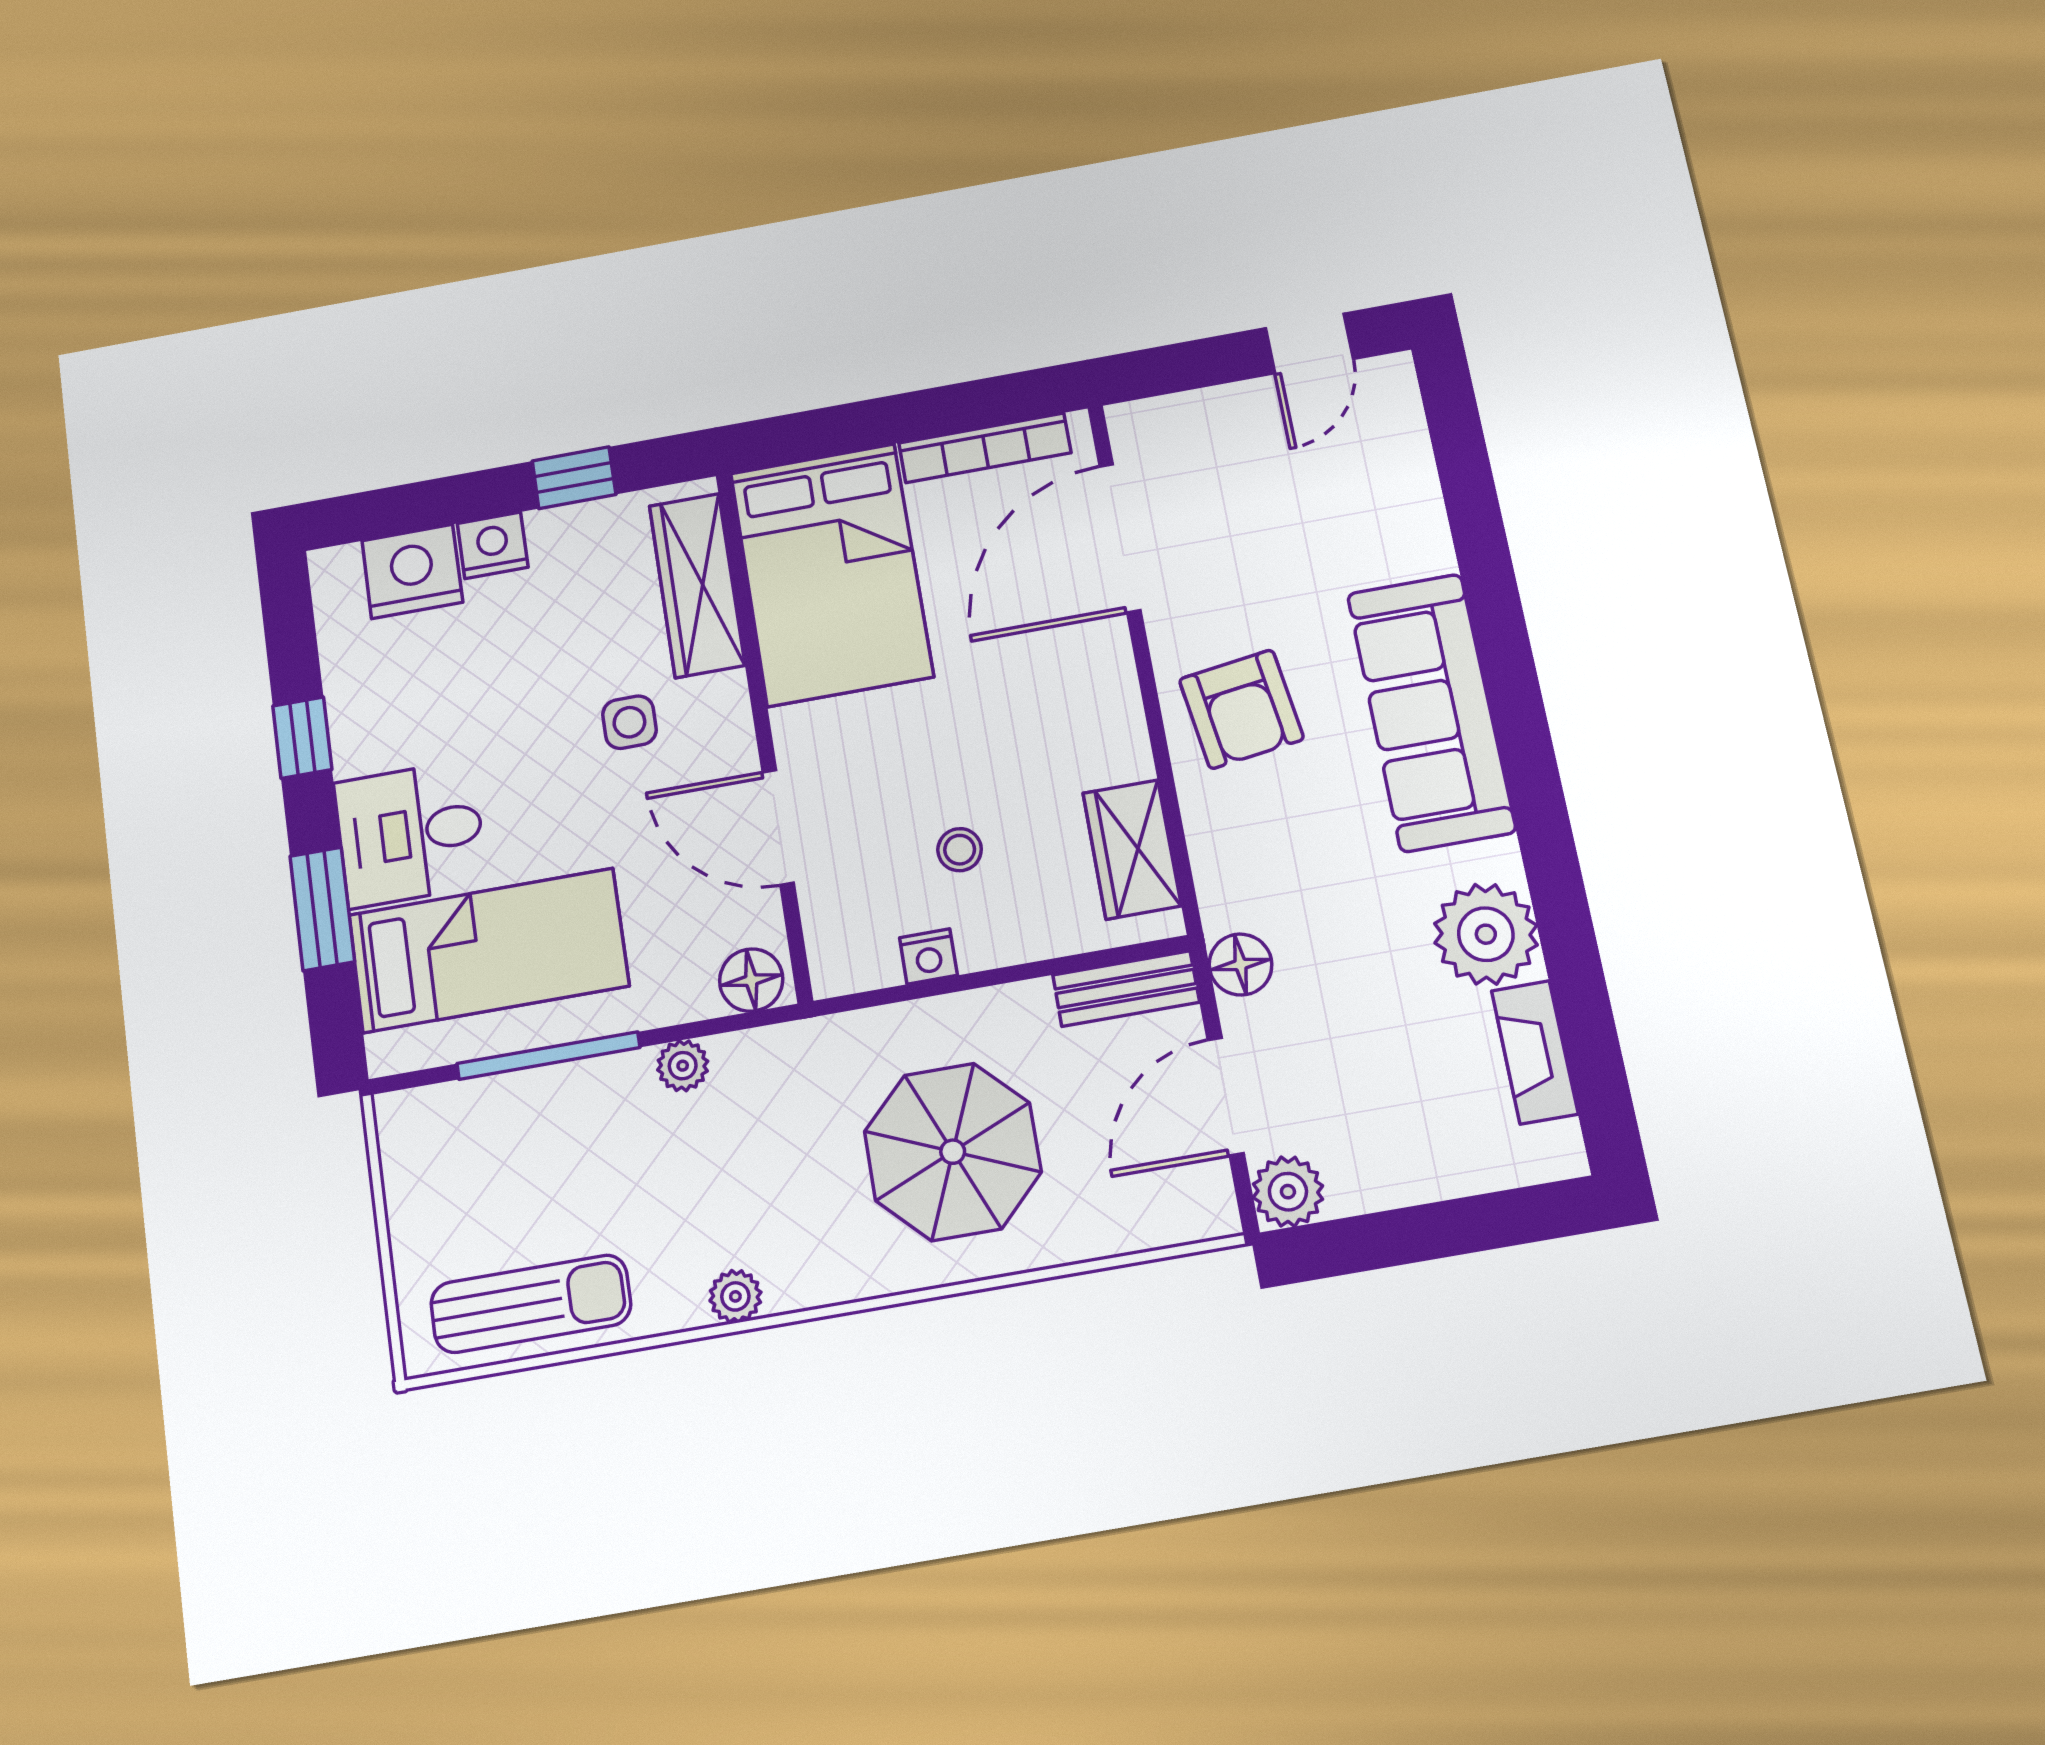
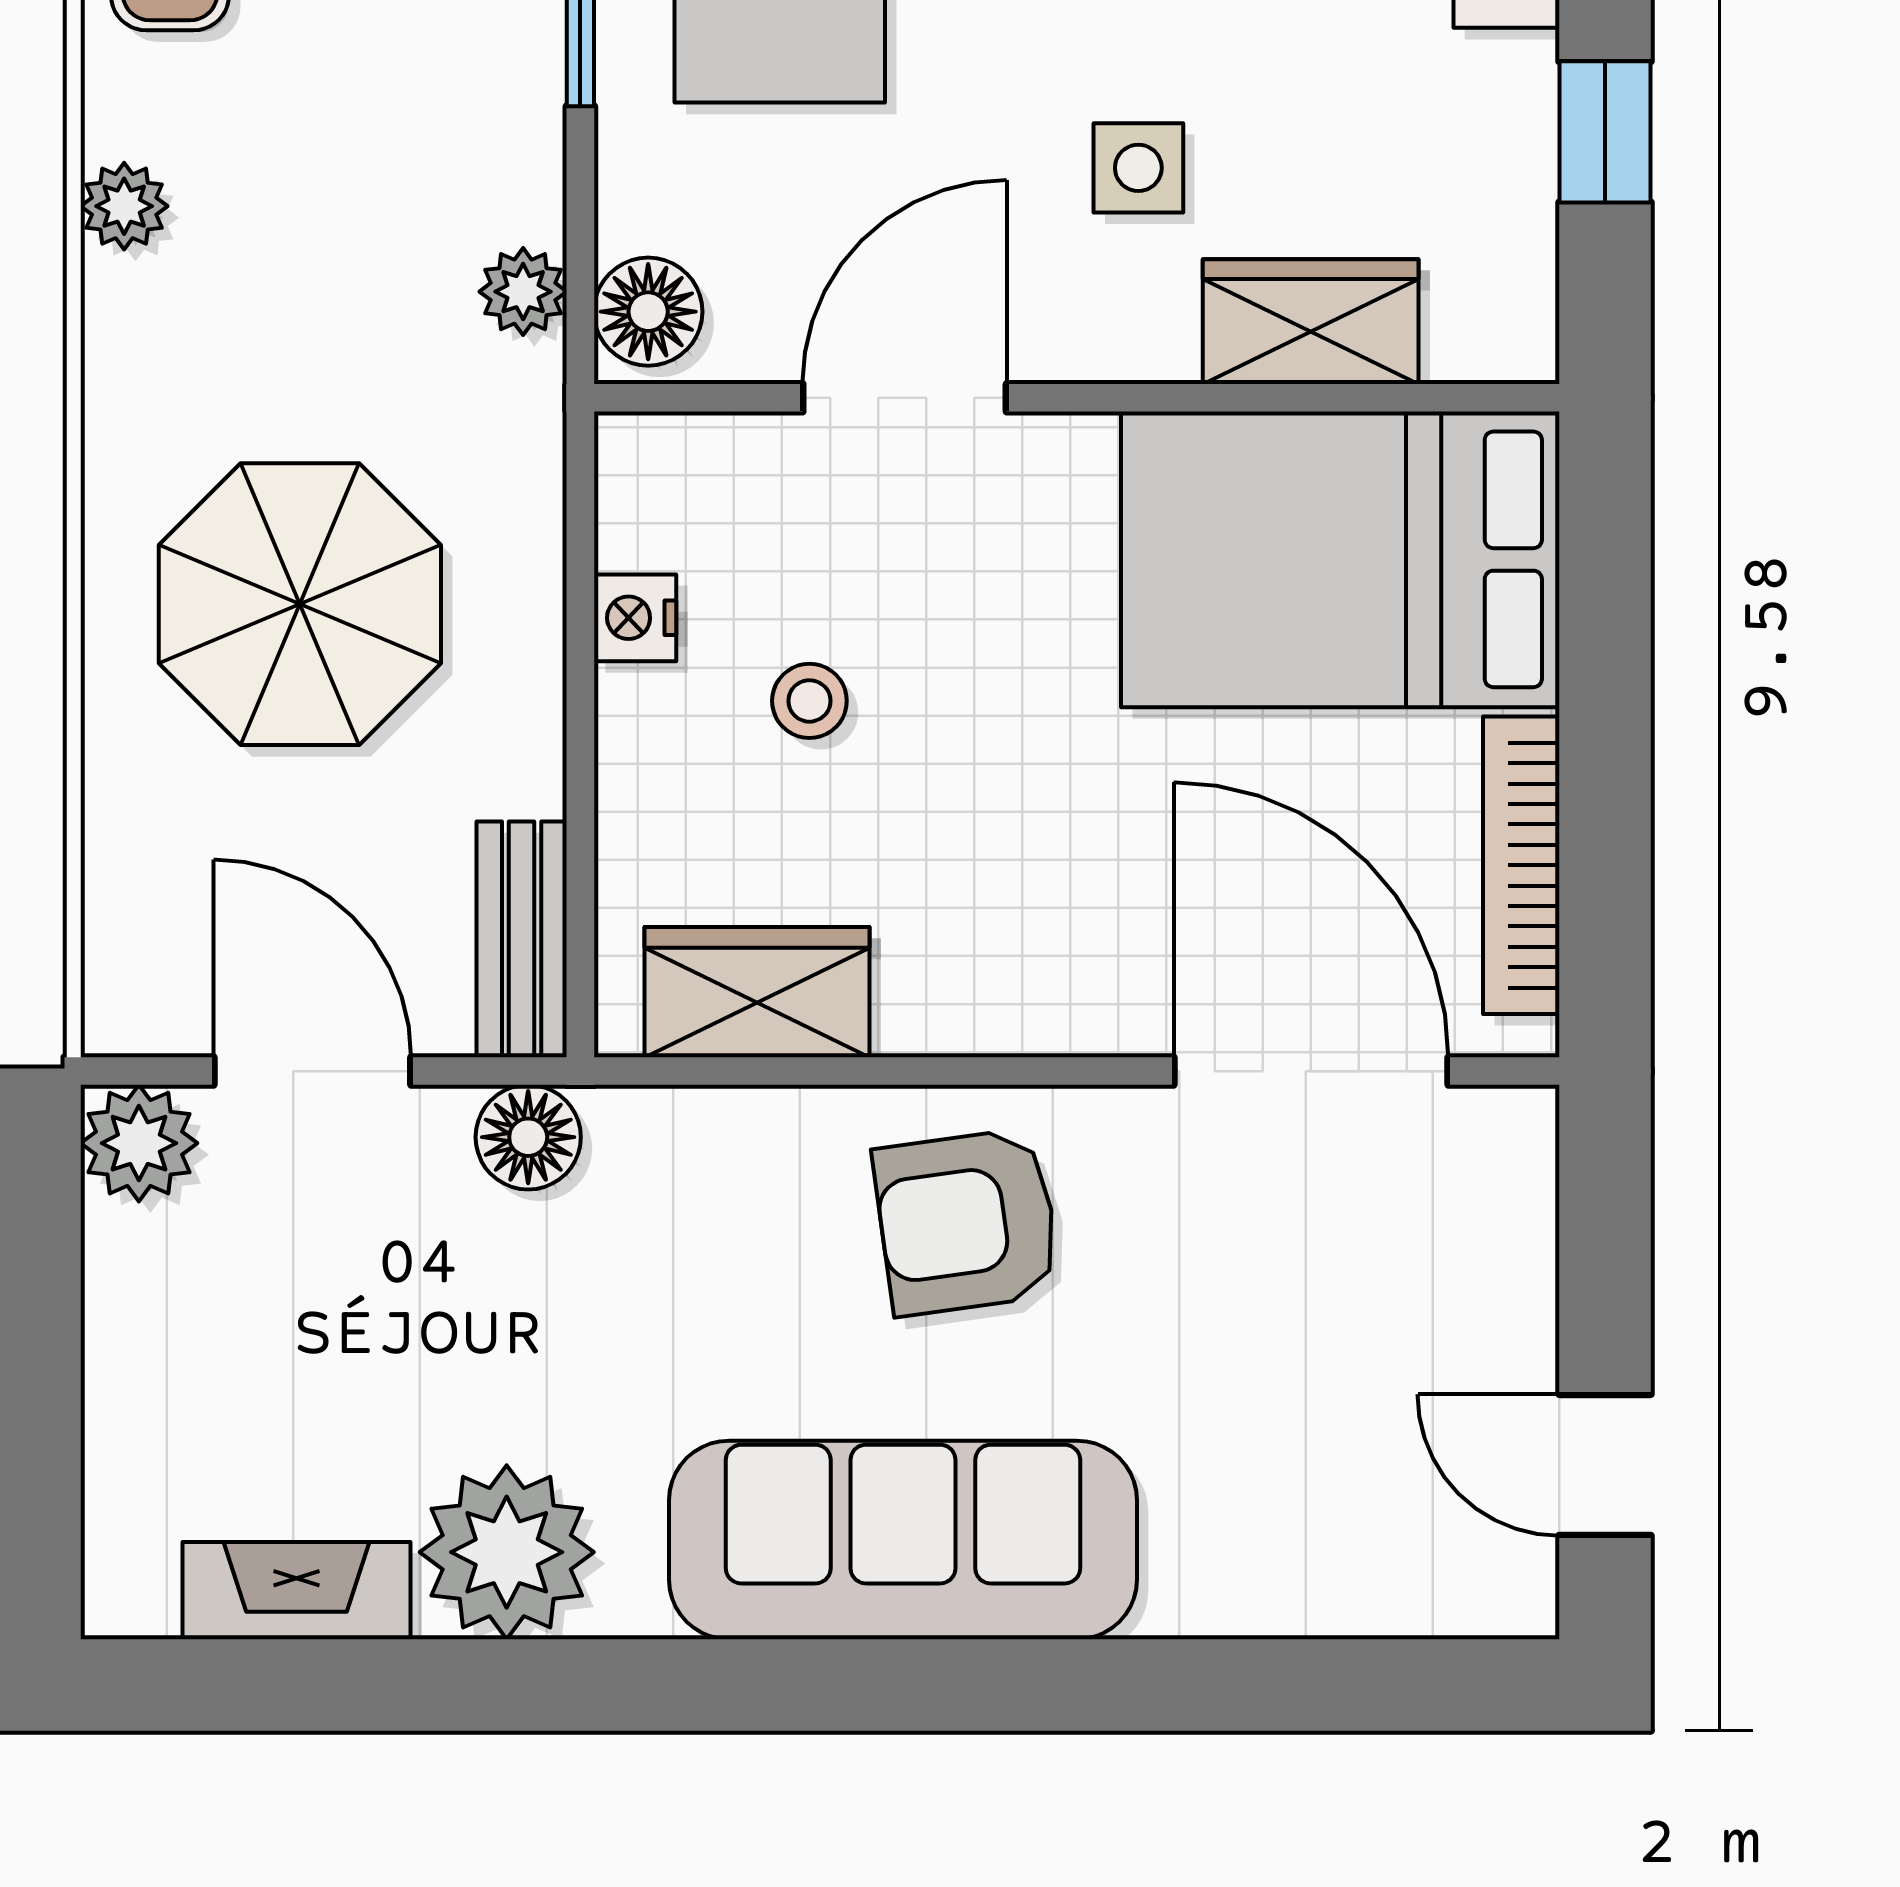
wardrobe: (697, 585) -> (1311, 322), width x0.67
plant: (683, 1066) -> (523, 292), moved

